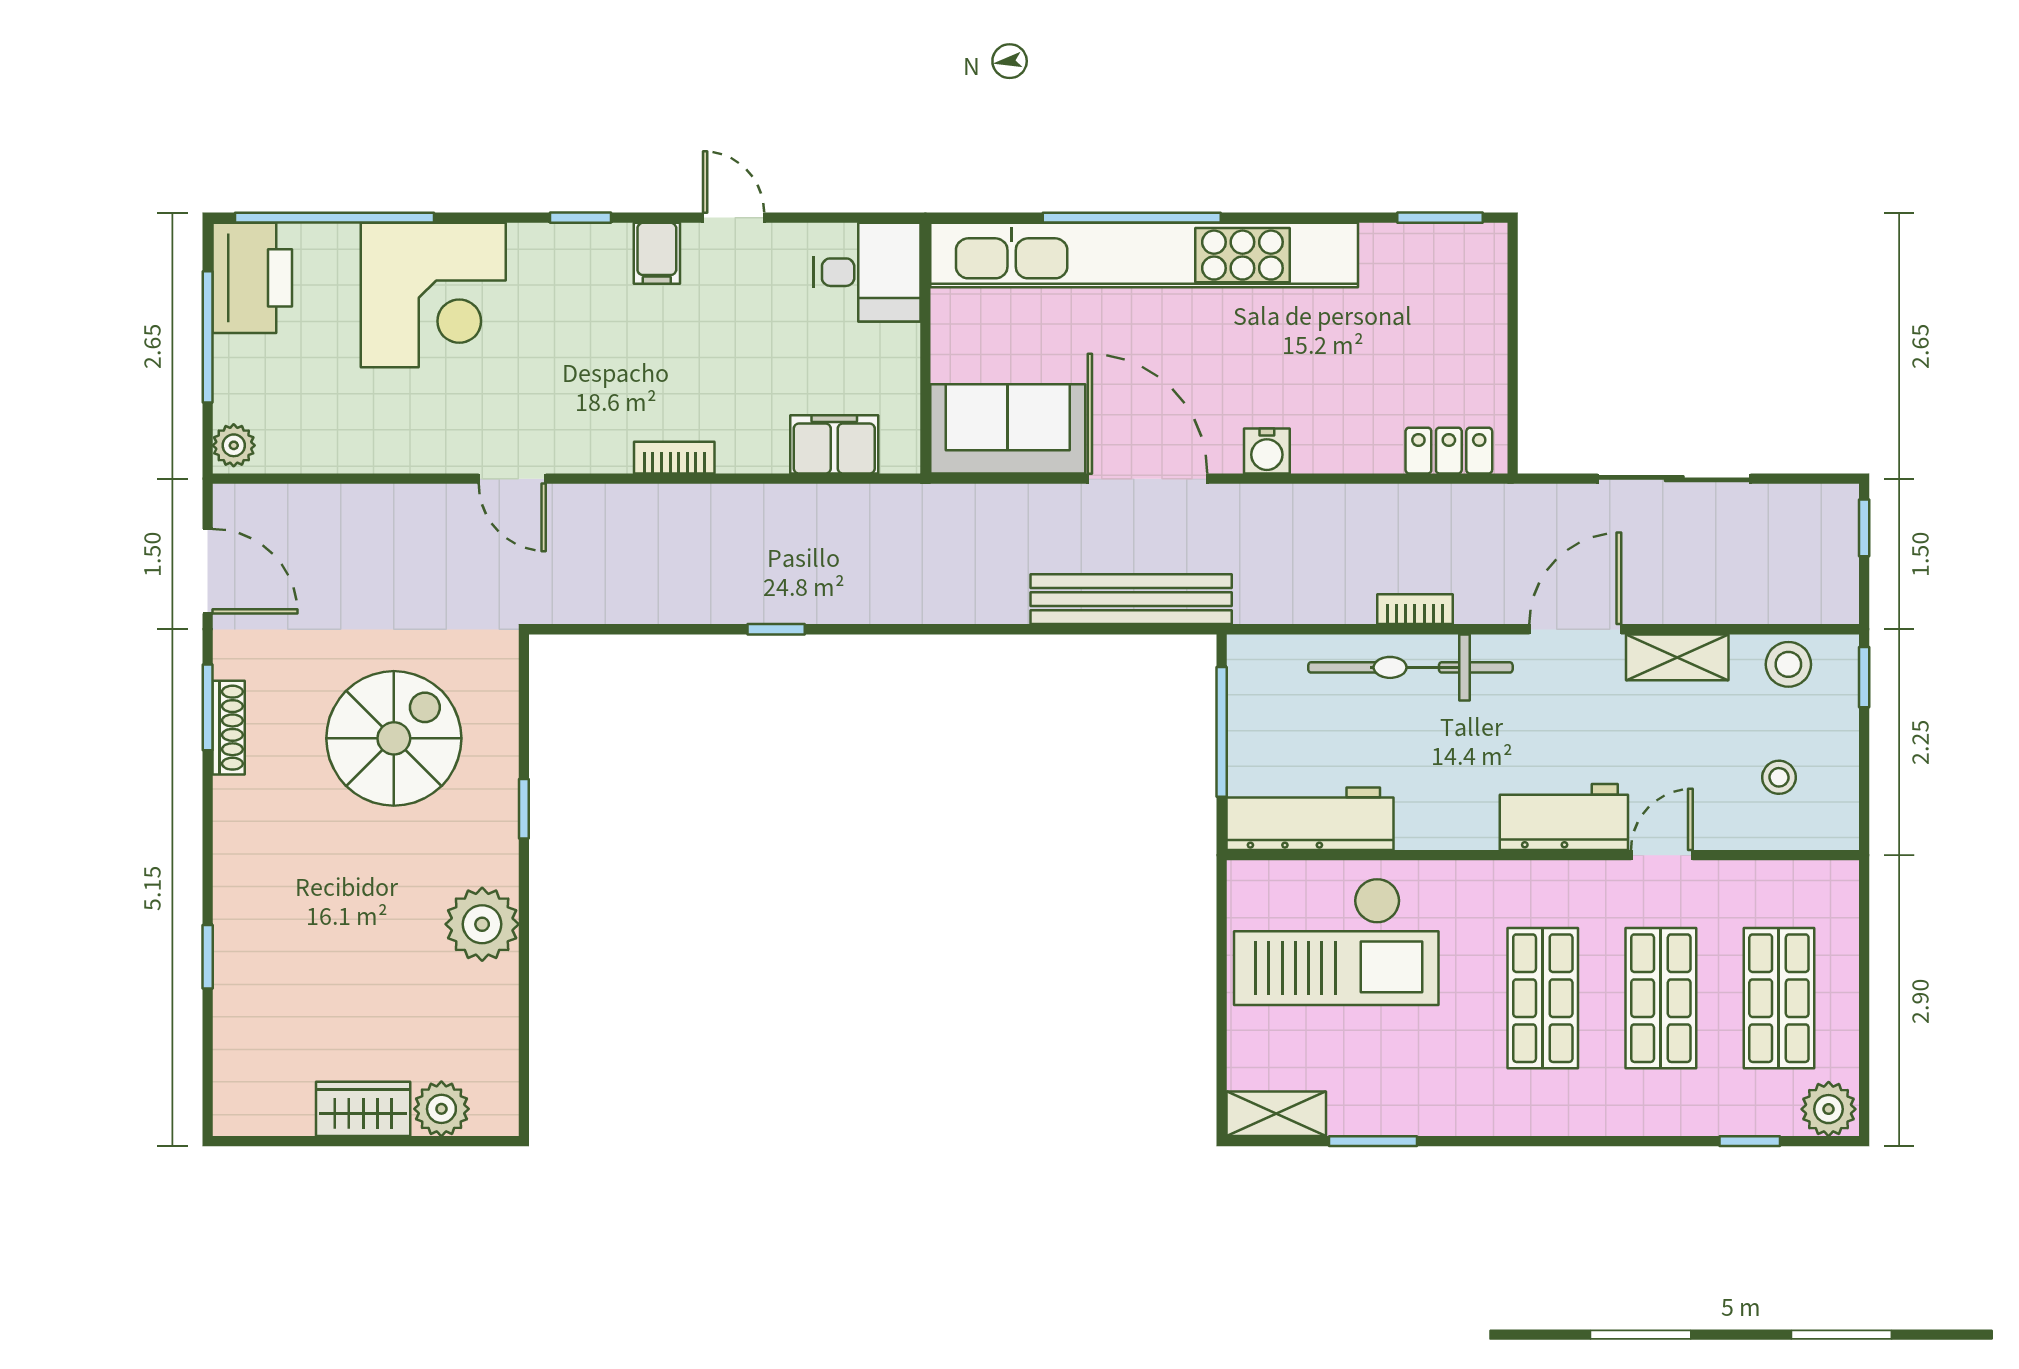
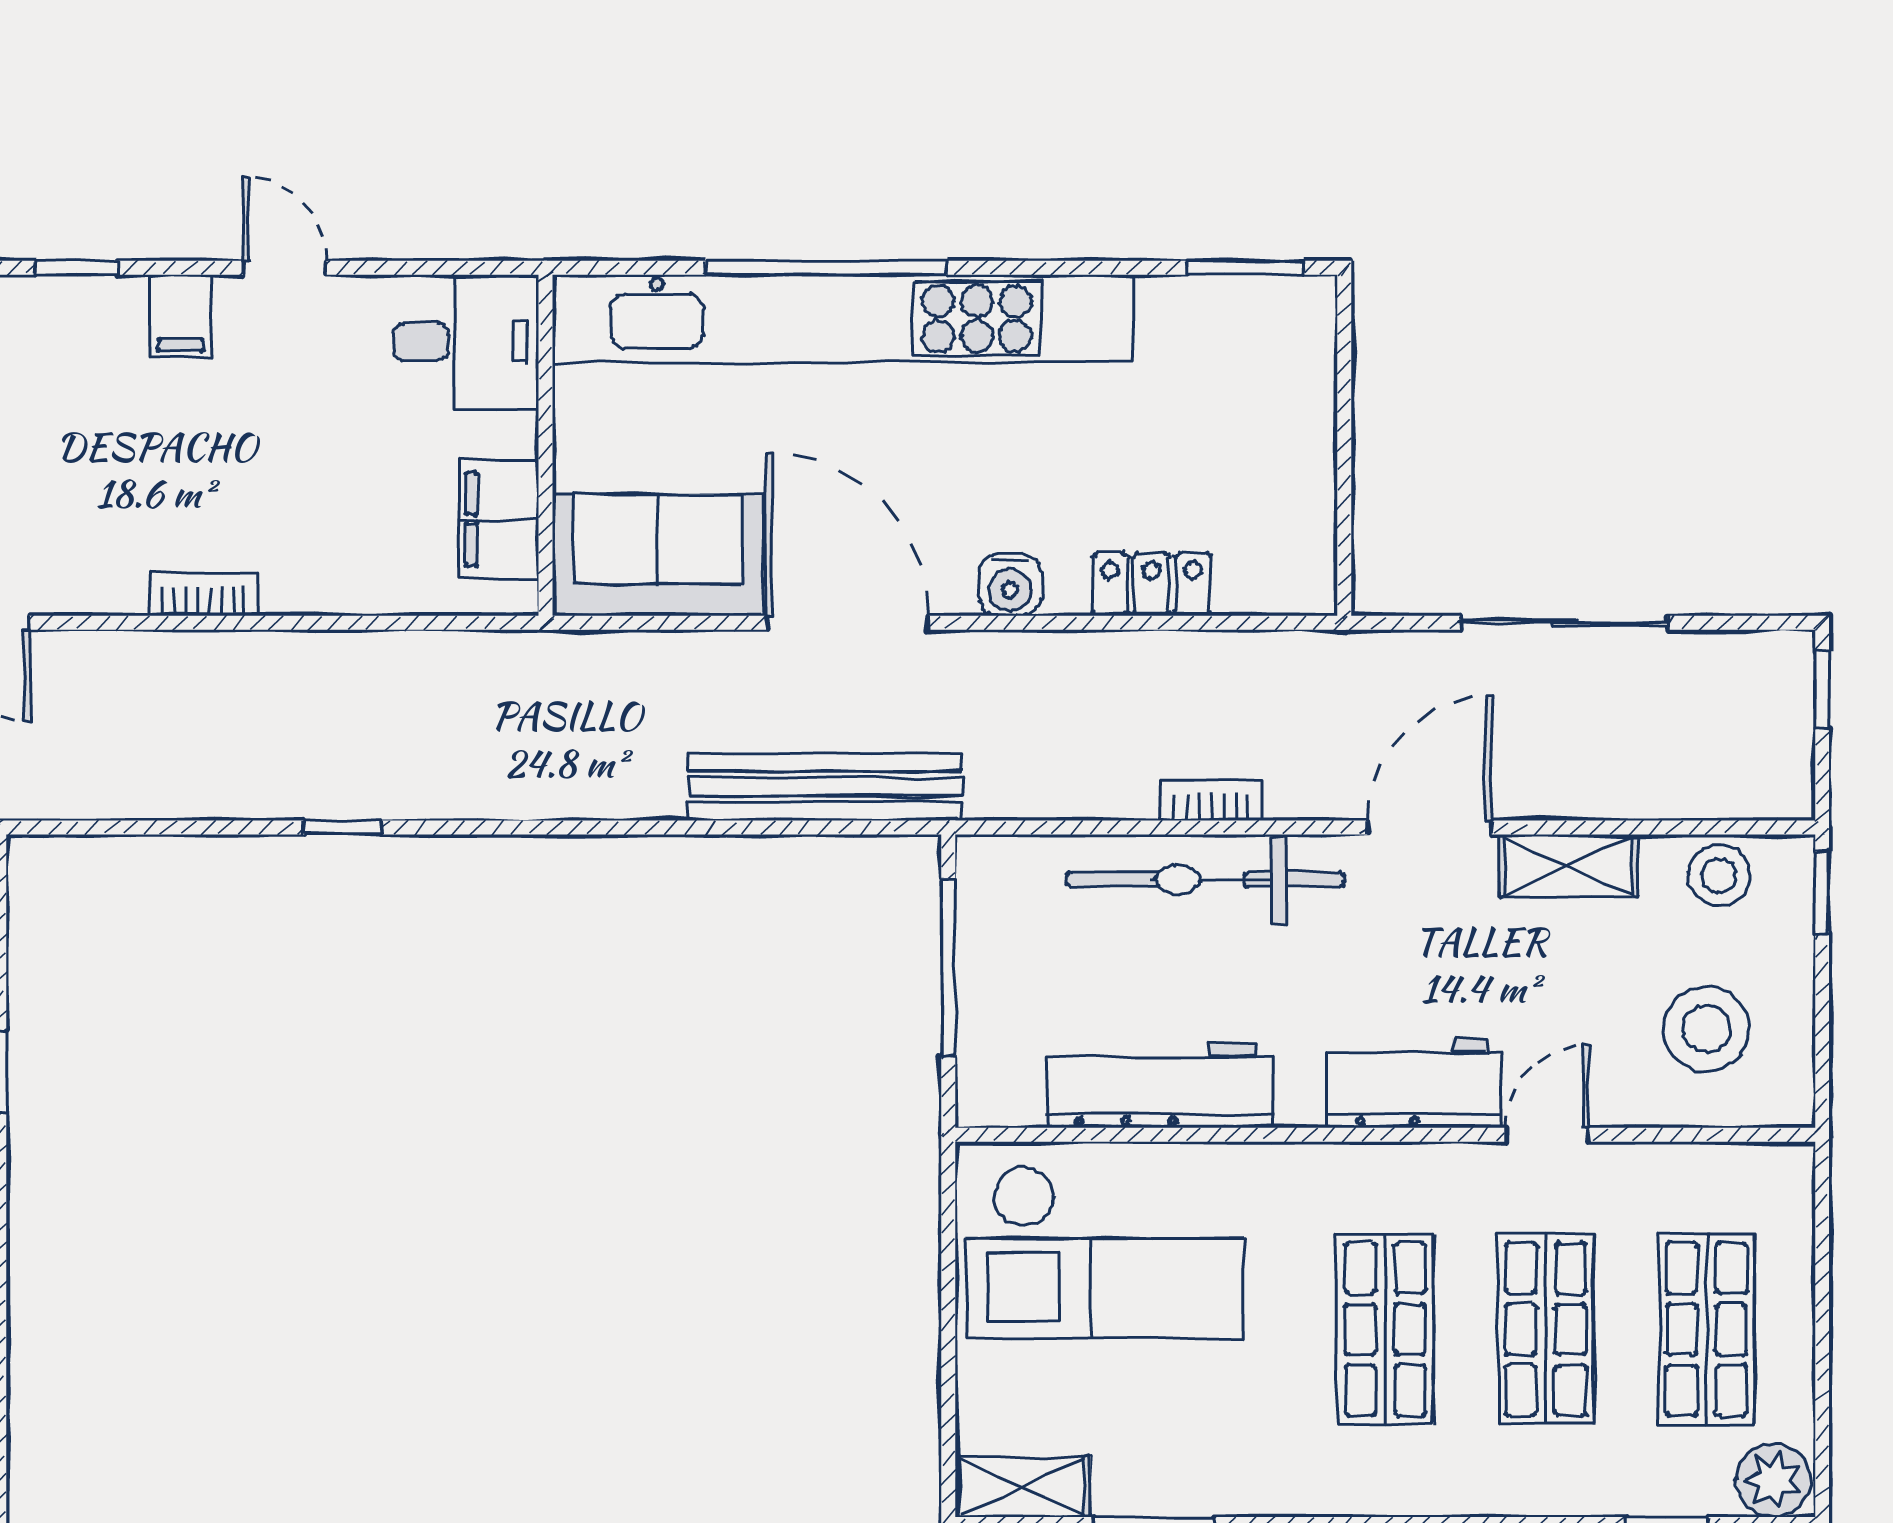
filing cabinet: (834, 444) -> (499, 519), moved, turned -90
locker: (1449, 451) -> (1151, 585), moved
stool: (1779, 777) -> (1706, 1029), width x1.89, depth x1.89
workbench: (1310, 819) -> (1160, 1085), moved

